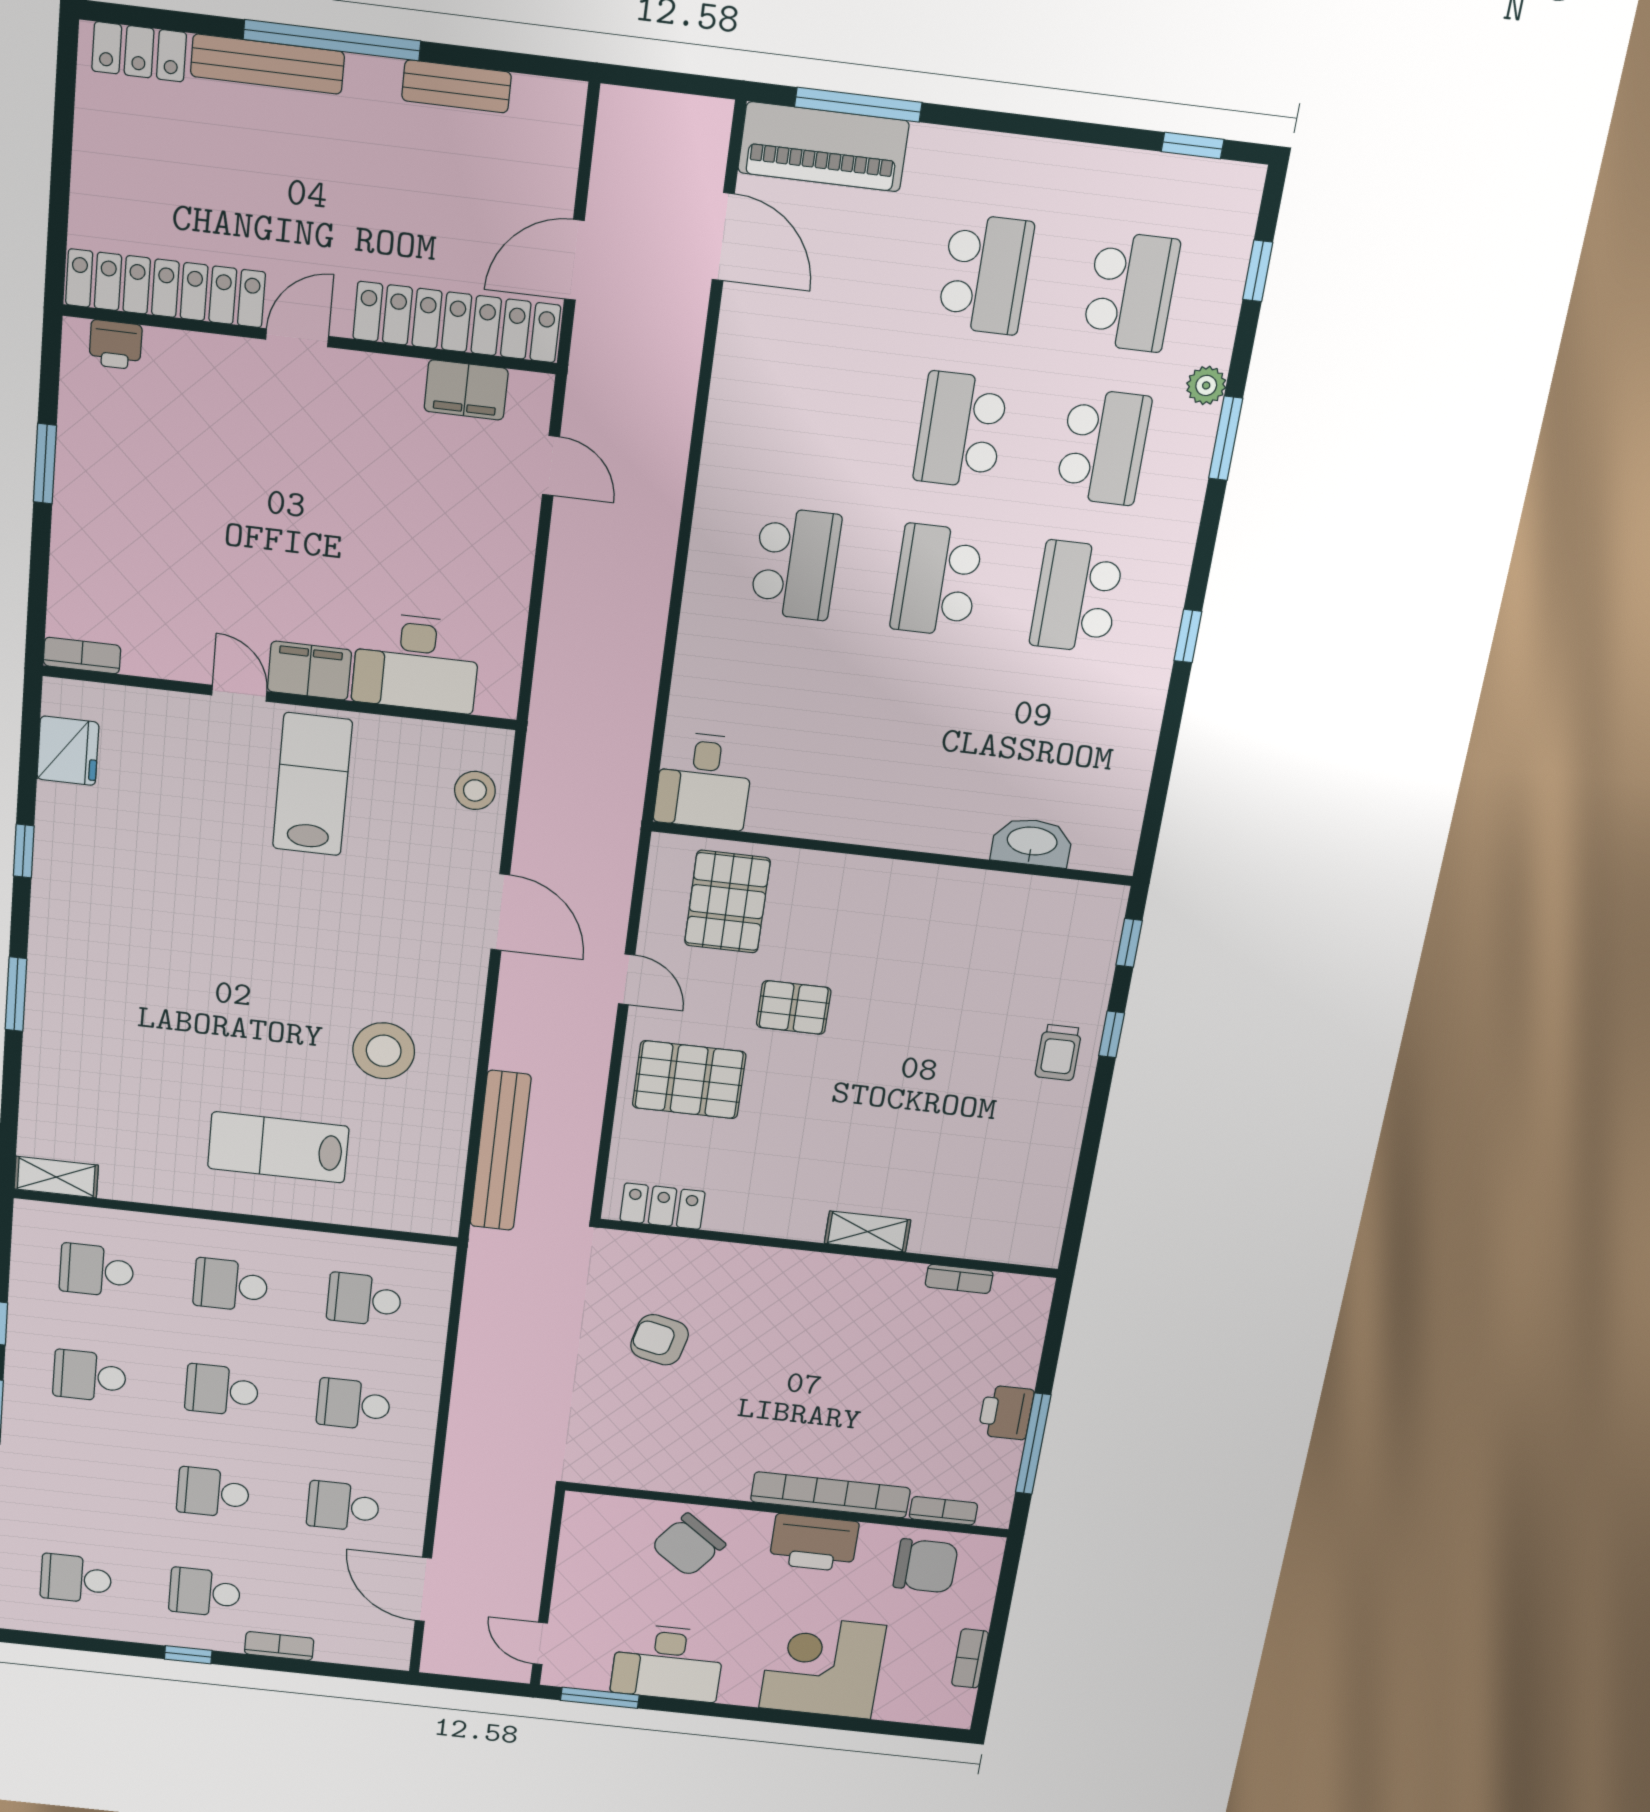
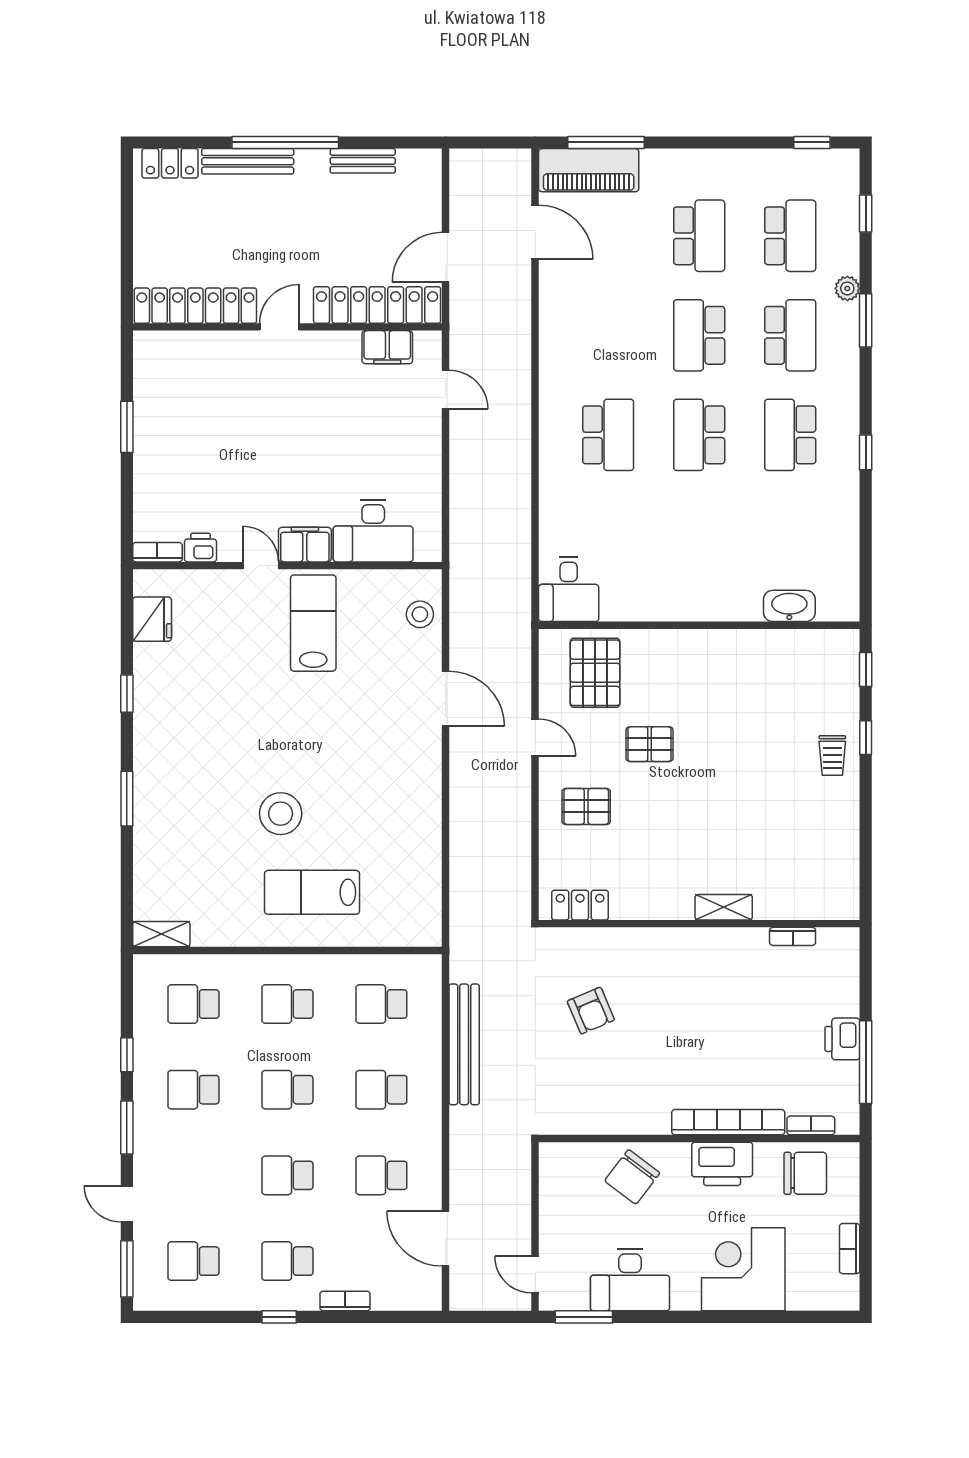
printer: (116, 345) -> (200, 548), moved, turned 180
stool: (384, 1051) -> (281, 814), moved
pallet: (689, 1080) -> (586, 806), width x0.67, depth x0.71
bench: (500, 1151) -> (464, 1044), moved
armchair: (659, 1340) -> (591, 1011), turned -126

